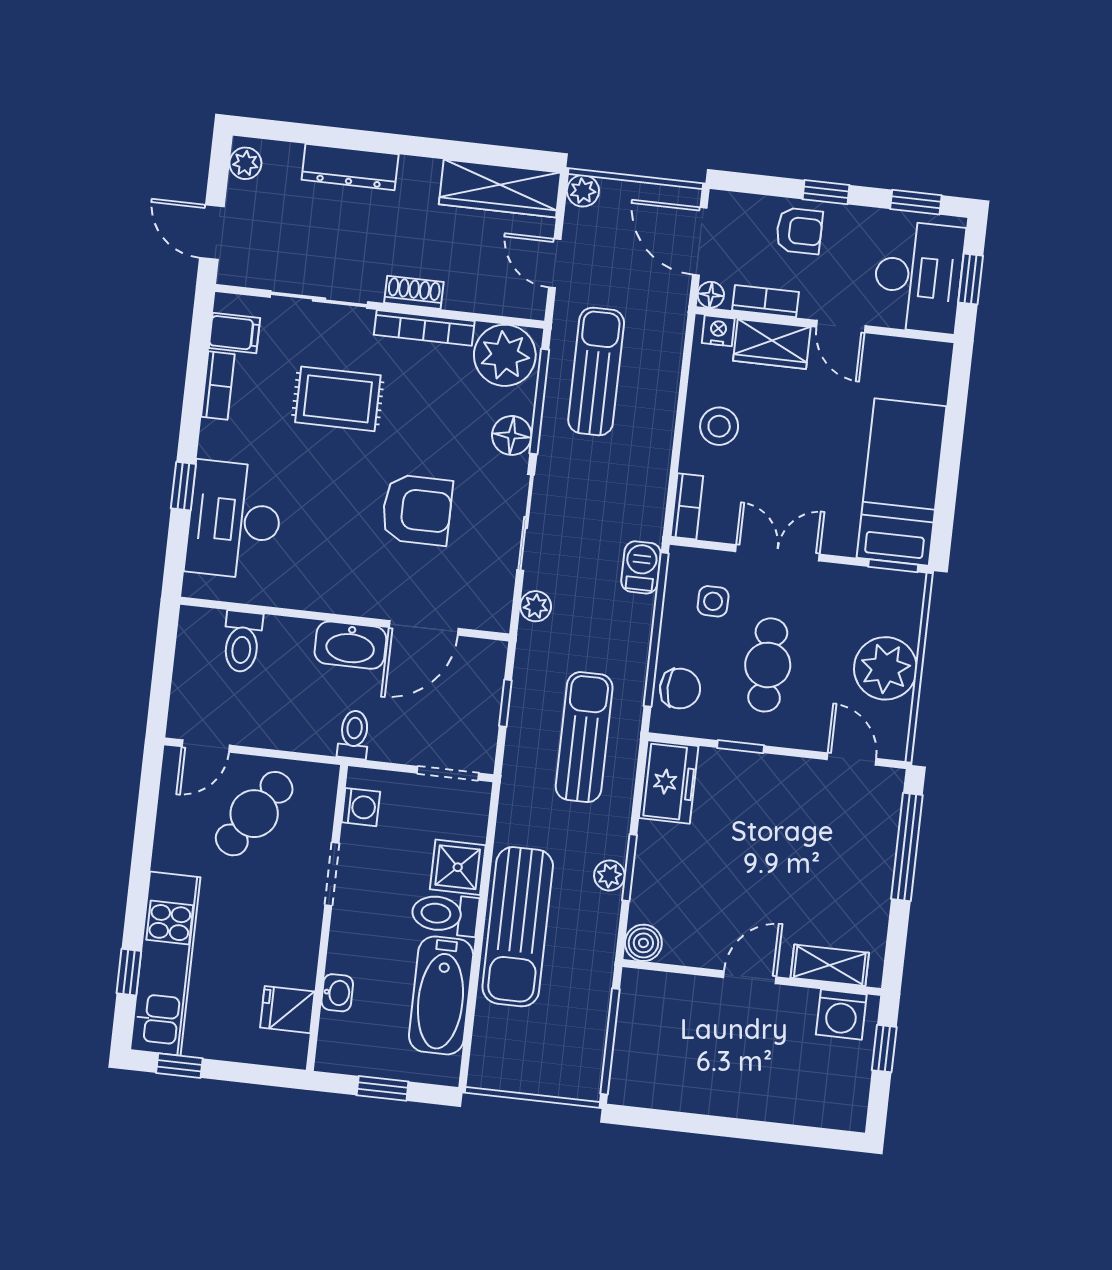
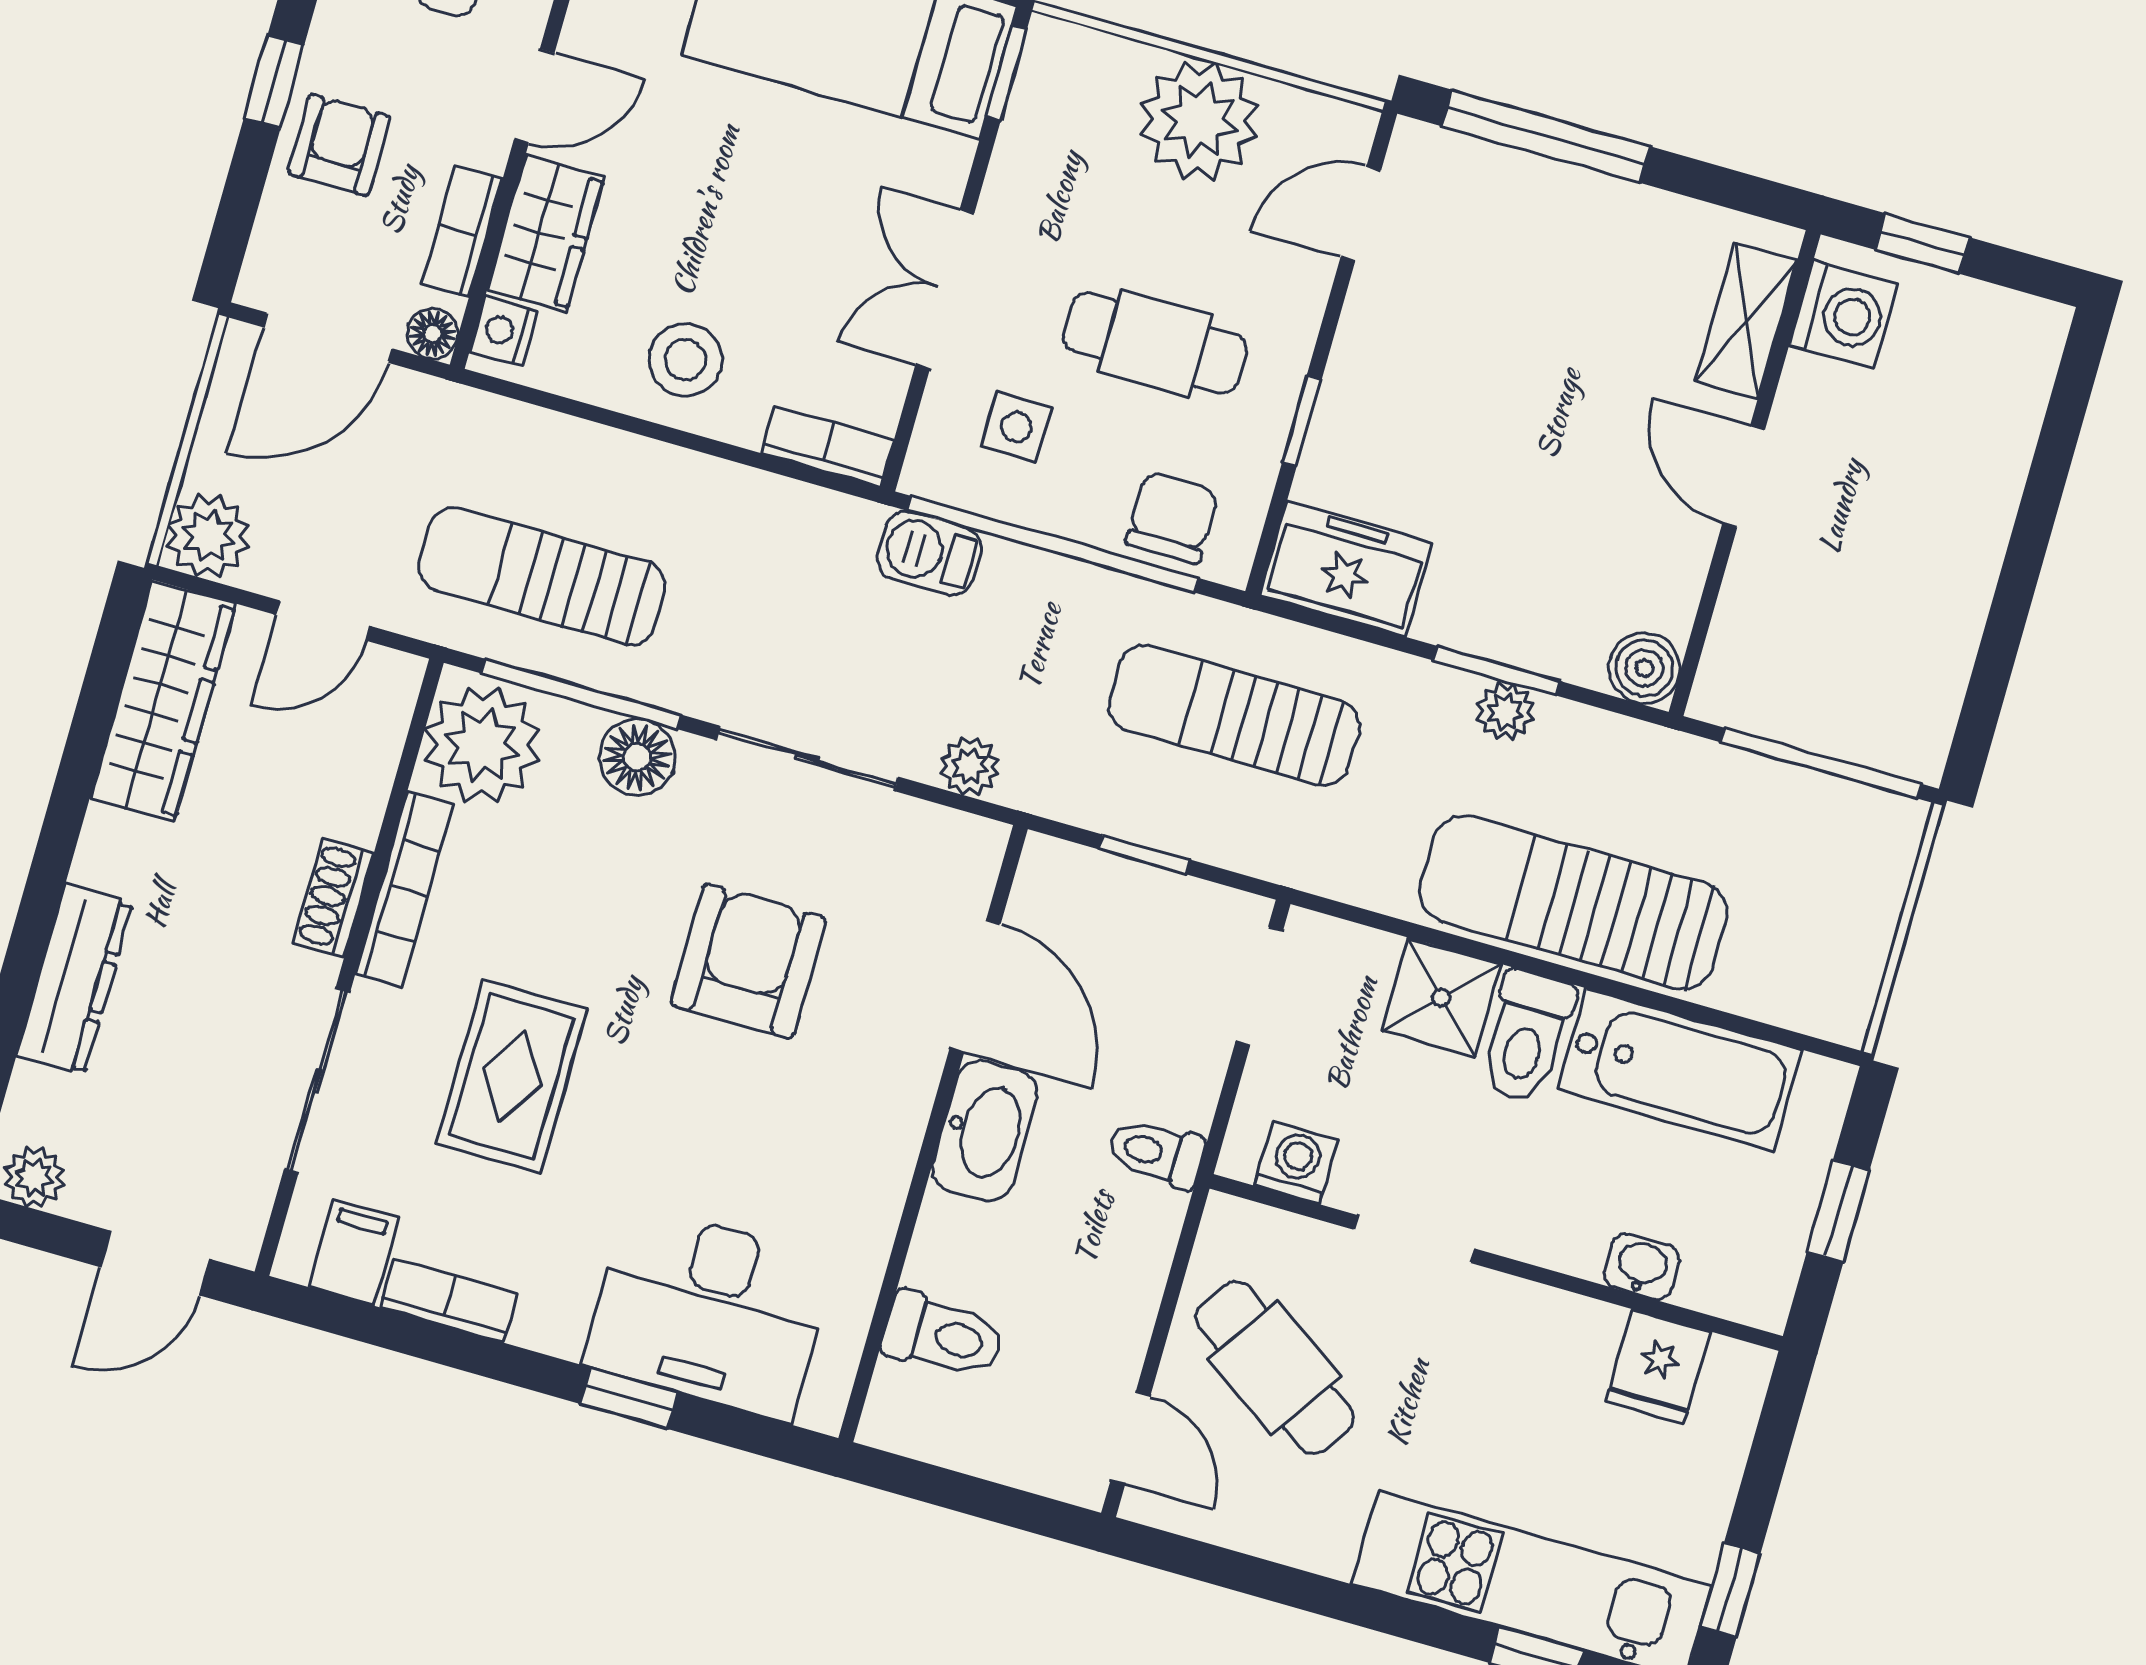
plant: (583, 191) -> (208, 536), width x1.38, depth x1.38
sun lounger: (518, 927) -> (1574, 902), turned 180

